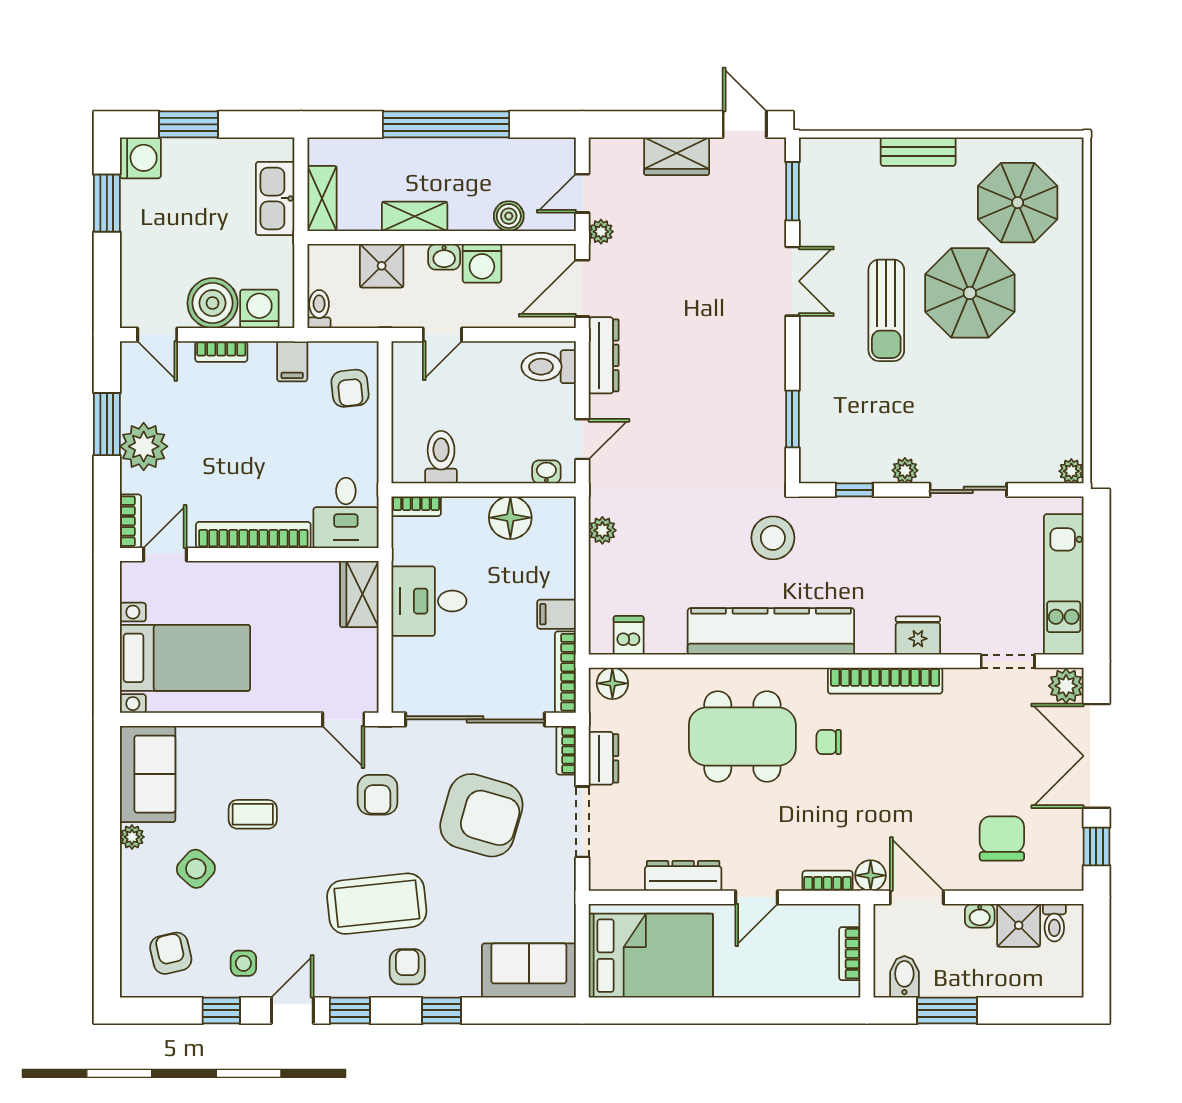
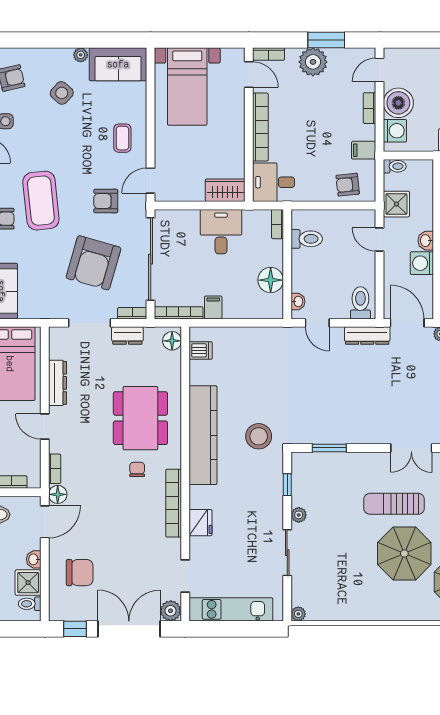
shower: (382, 266) -> (396, 204), moved
plant: (602, 530) -> (263, 335), removed
coffee table: (253, 814) -> (122, 138), moved

